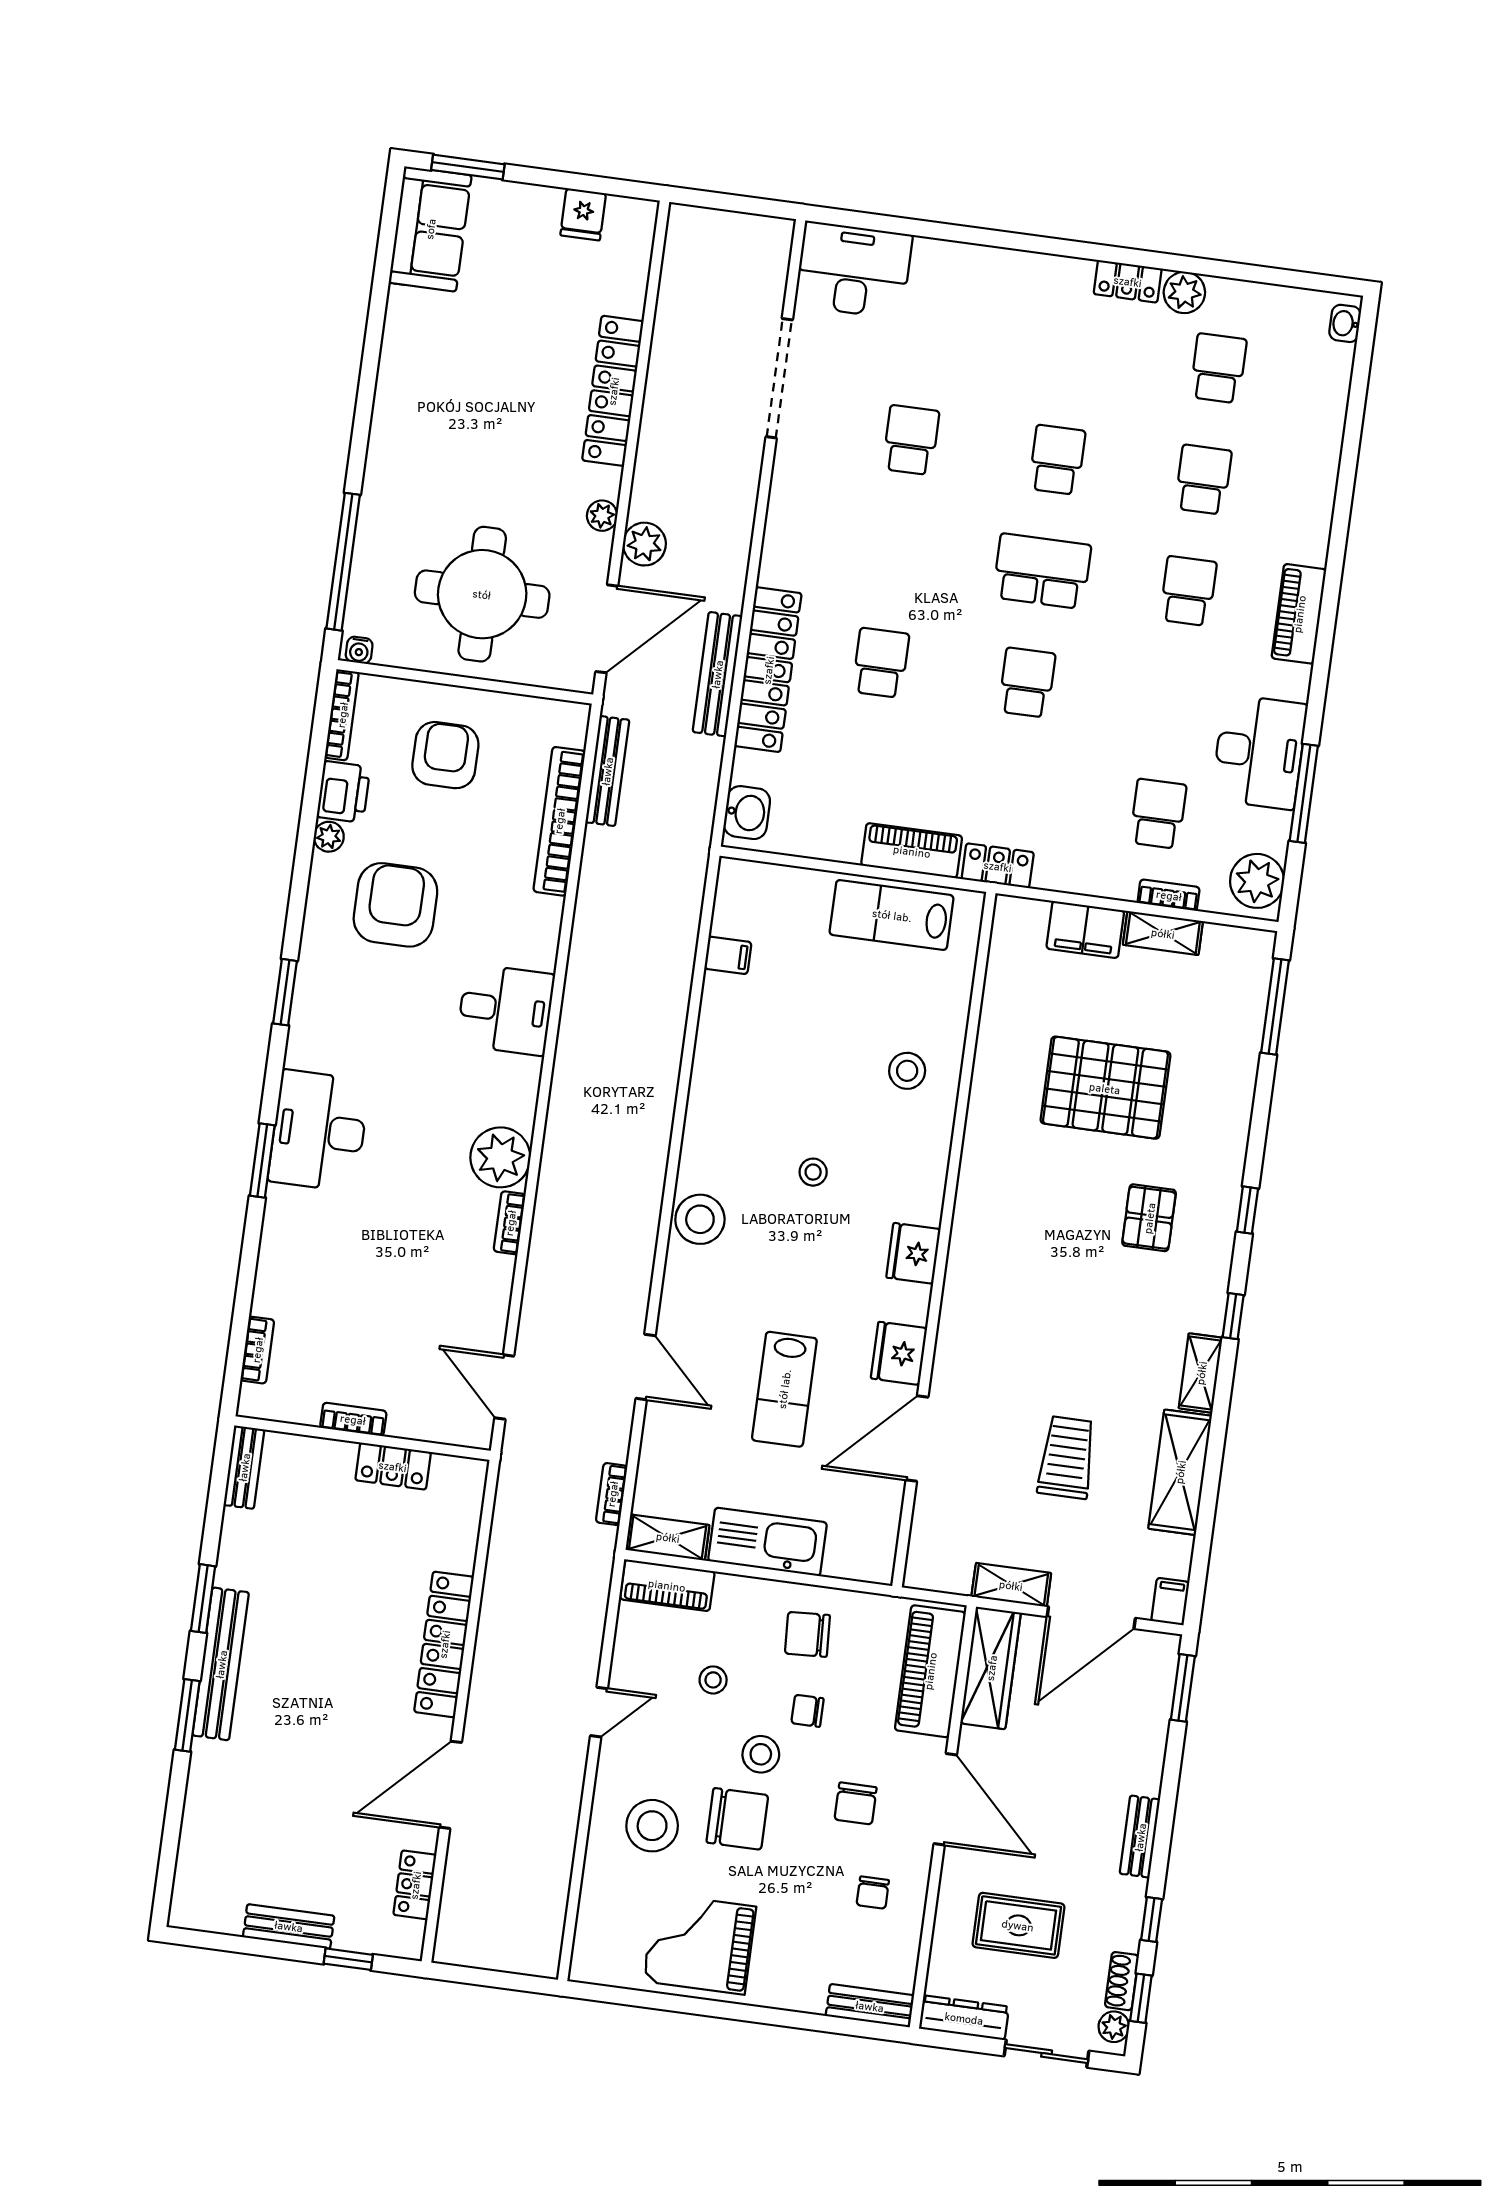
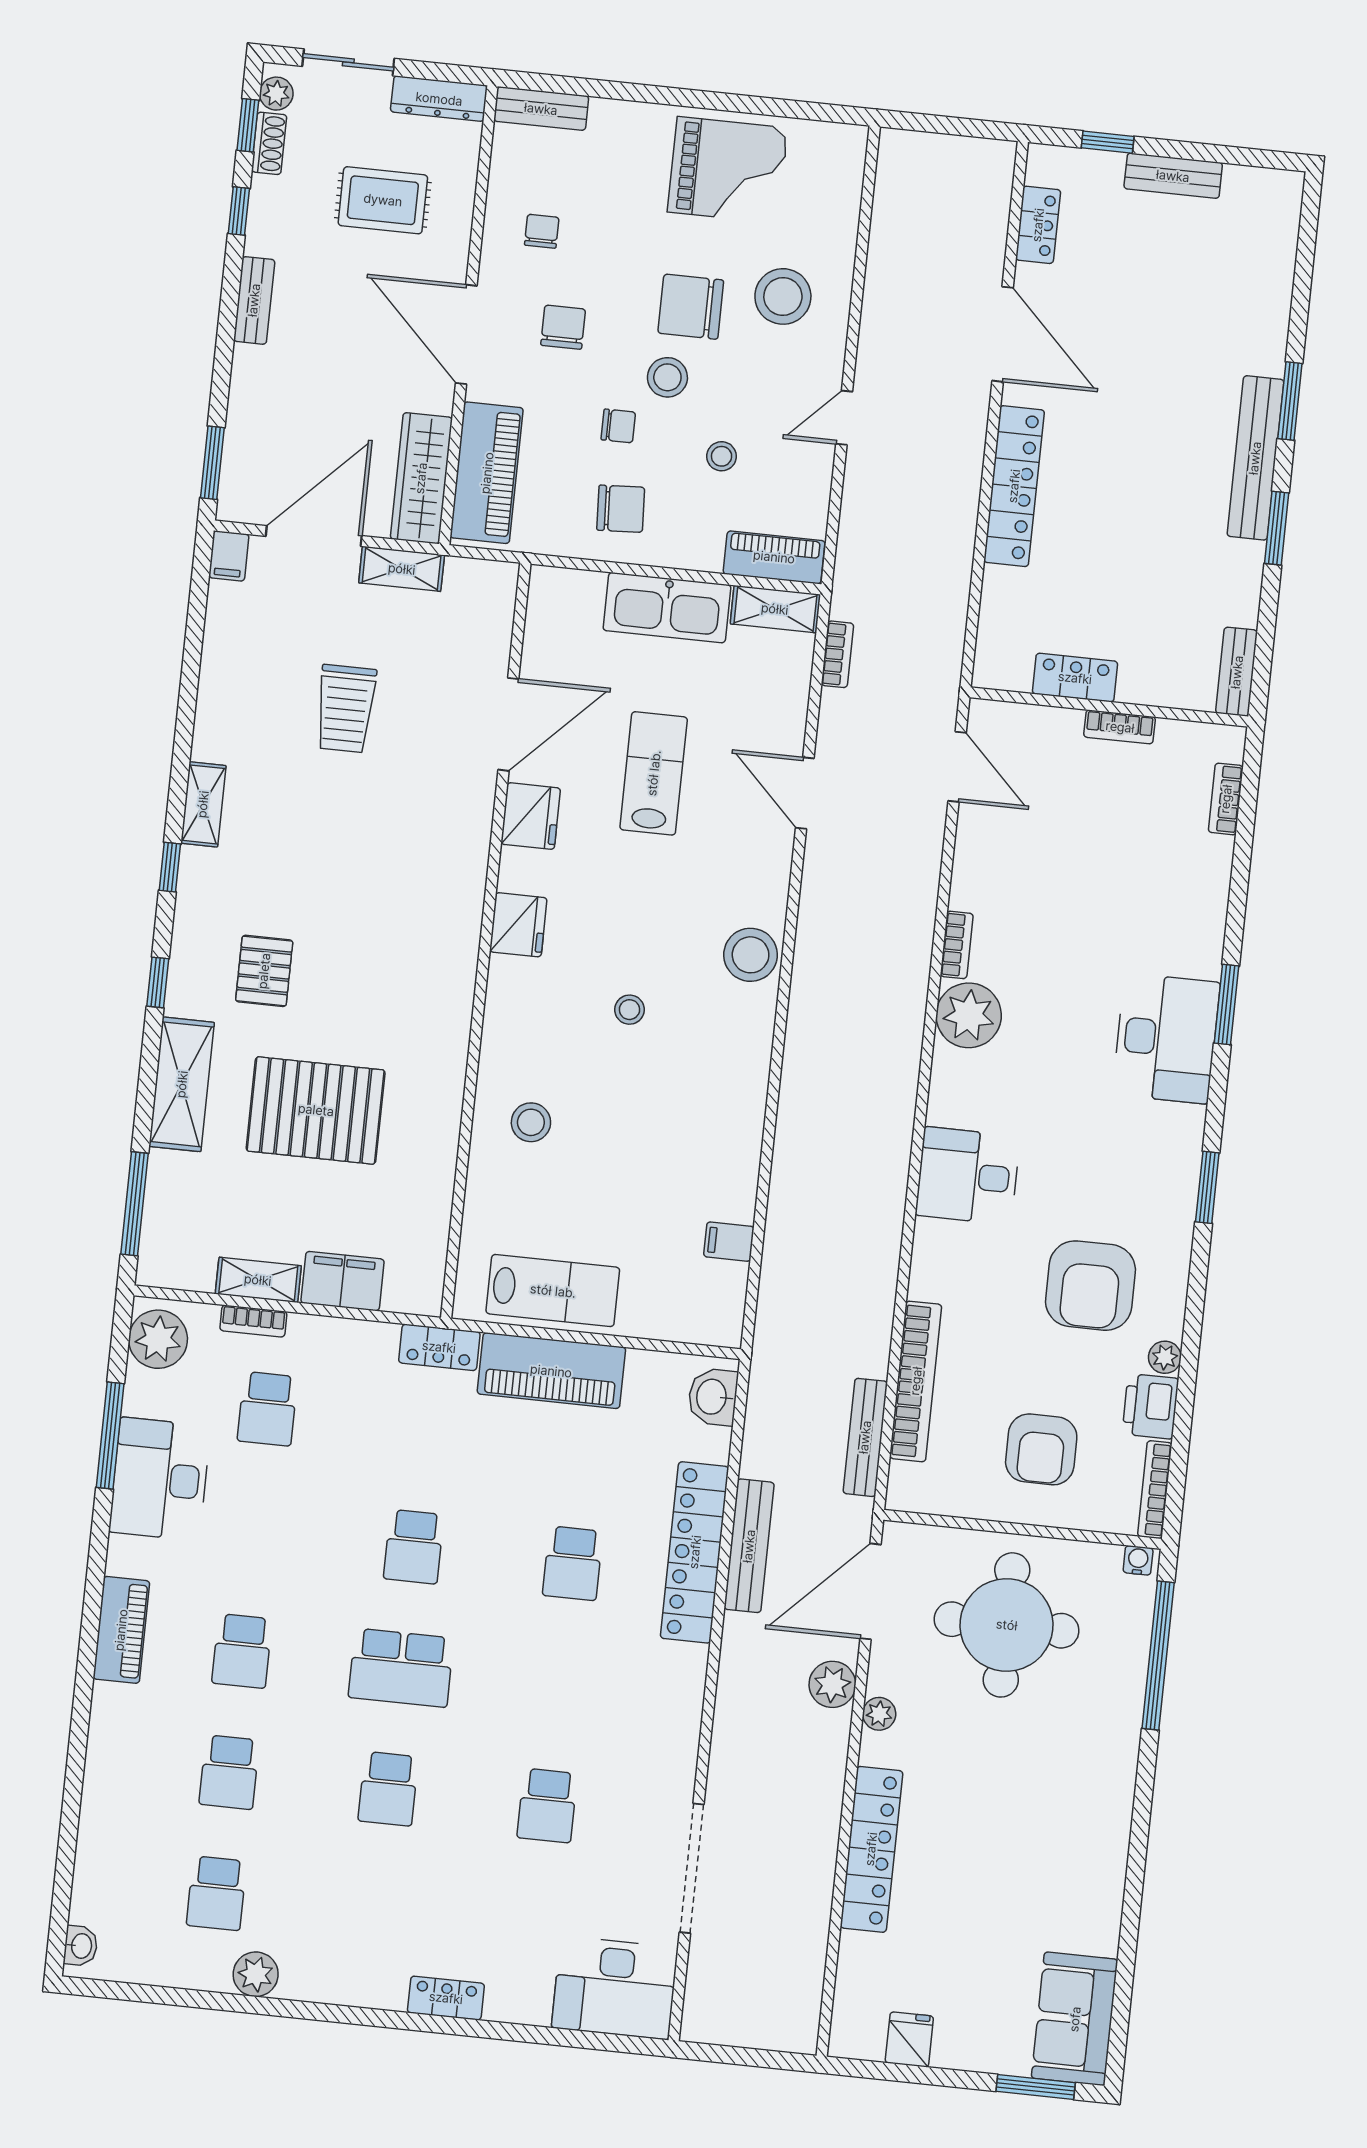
locker: (1128, 281) -> (446, 1998), moved
piano: (912, 851) -> (551, 1371), width x1.37, depth x1.33
shelving: (1180, 1472) -> (182, 1084), moved
door: (450, 1785) -> (1003, 334), hinge flipped

